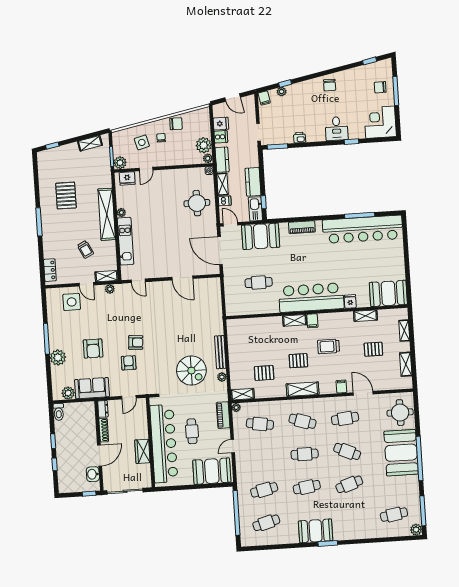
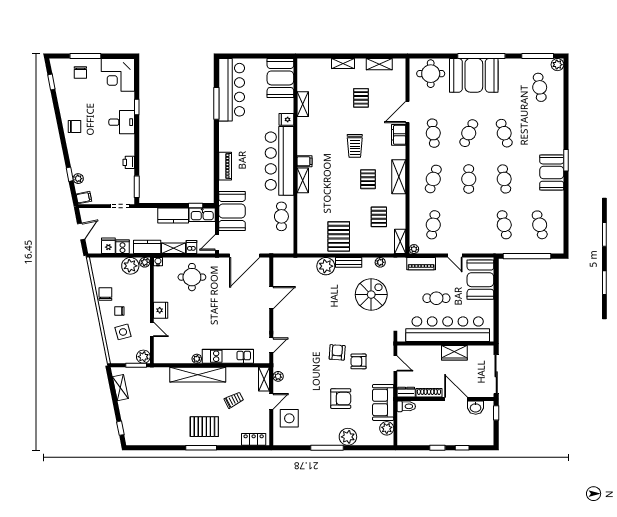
fridge: (127, 178) -> (161, 310), moved
pallet: (66, 196) -> (204, 427), moved
bar counter: (363, 229) -> (232, 90), width x0.73
booth: (388, 293) -> (280, 78), moved
bar counter: (311, 298) -> (279, 161), moved
fridge: (350, 301) -> (286, 119), moved
wall: (317, 312) -> (295, 156), moved
shelving: (365, 316) -> (303, 104), moved
shelving: (295, 320) -> (303, 180), moved
filing cabinet: (312, 321) -> (305, 161), moved
plant: (215, 327) -> (326, 266), added
pallet: (243, 337) -> (339, 236), added
bench: (220, 352) -> (349, 262), width x0.73
filing cabinet: (341, 387) -> (399, 135), width x2.00
toilet: (59, 412) -> (406, 406), moved

